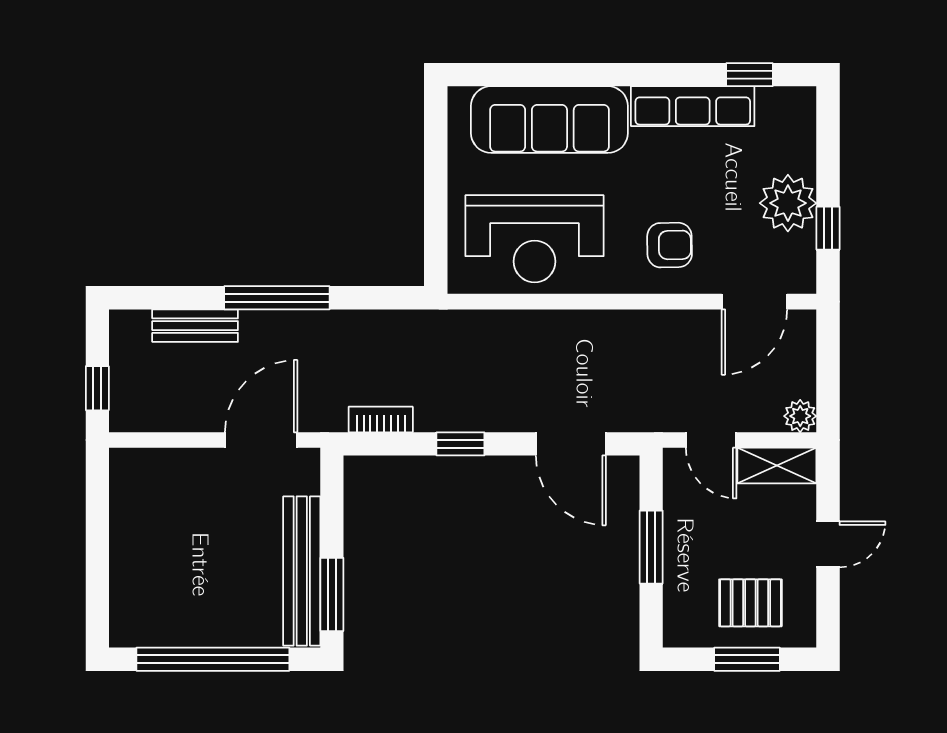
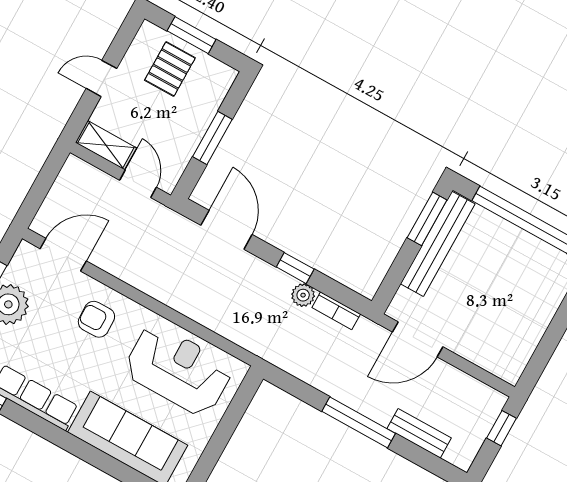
plant: (800, 416) -> (303, 295), moved
pallet: (750, 603) -> (170, 69), turned 90

